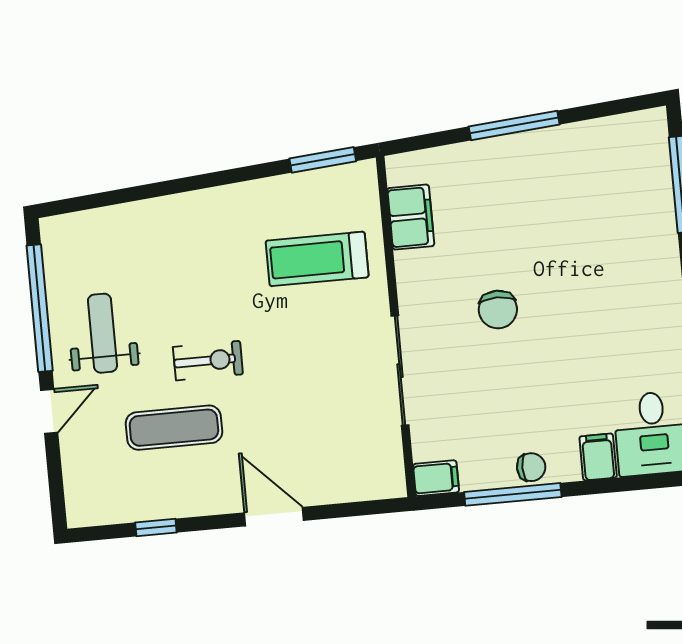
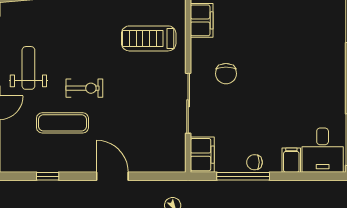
chair: (498, 309) -> (226, 74), moved
chair: (531, 467) -> (254, 162), turned 180
filing cabinet: (436, 478) -> (202, 155), width x2.00

